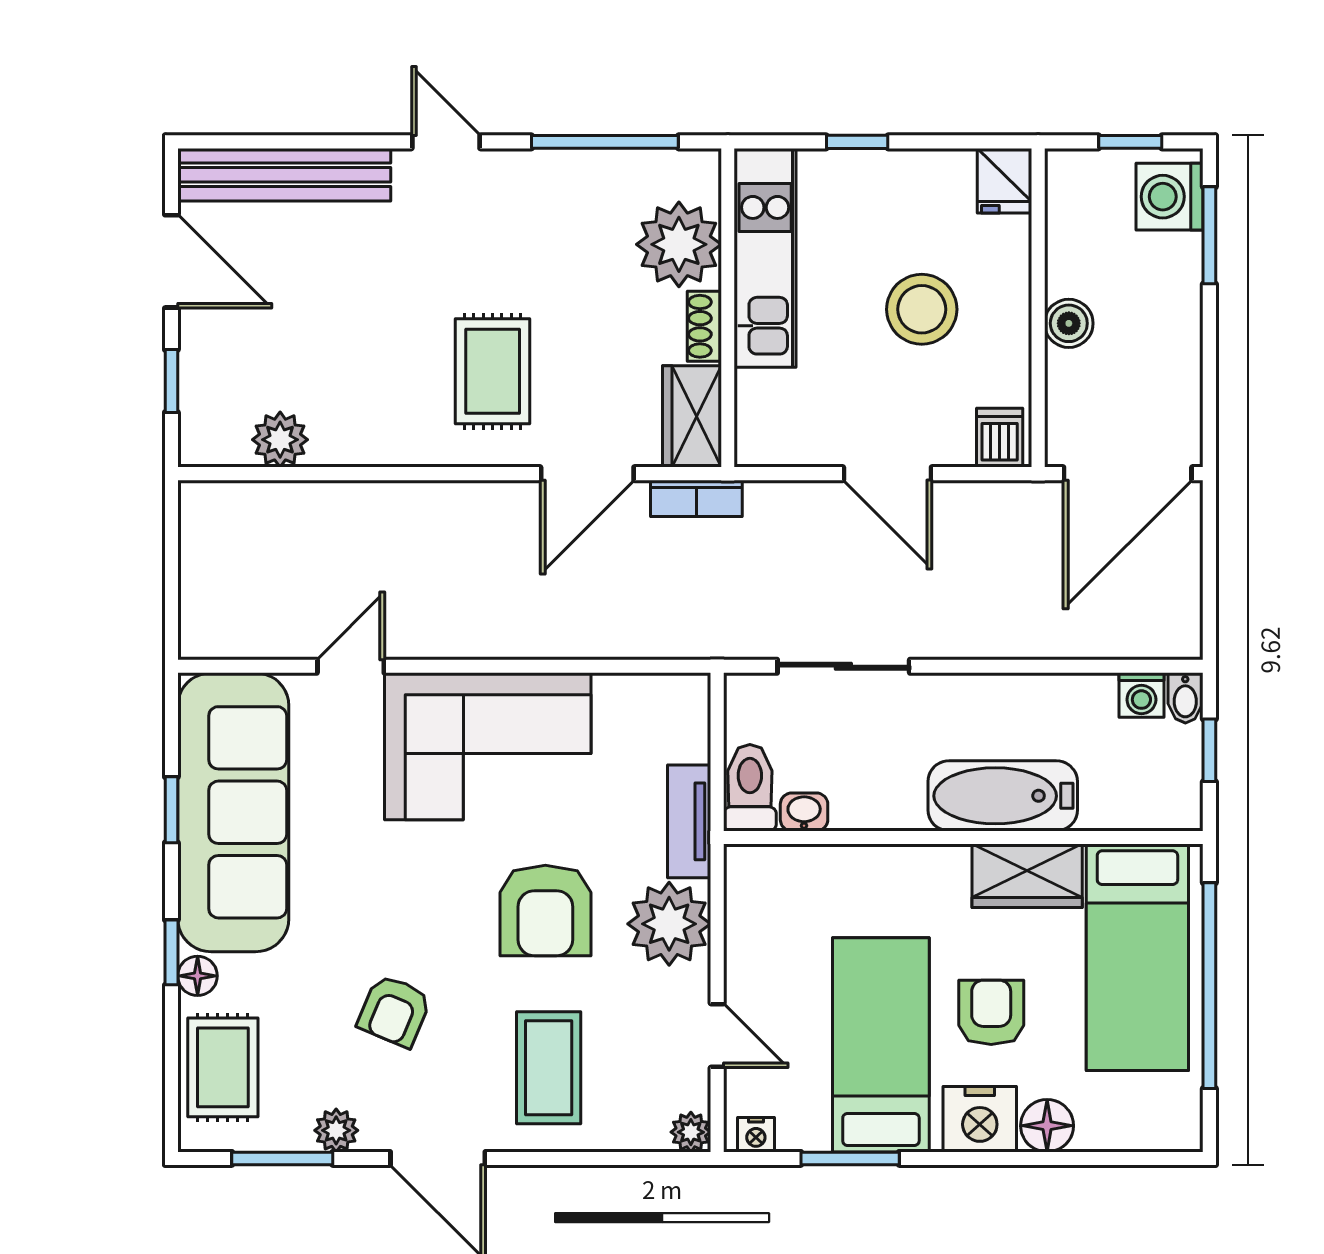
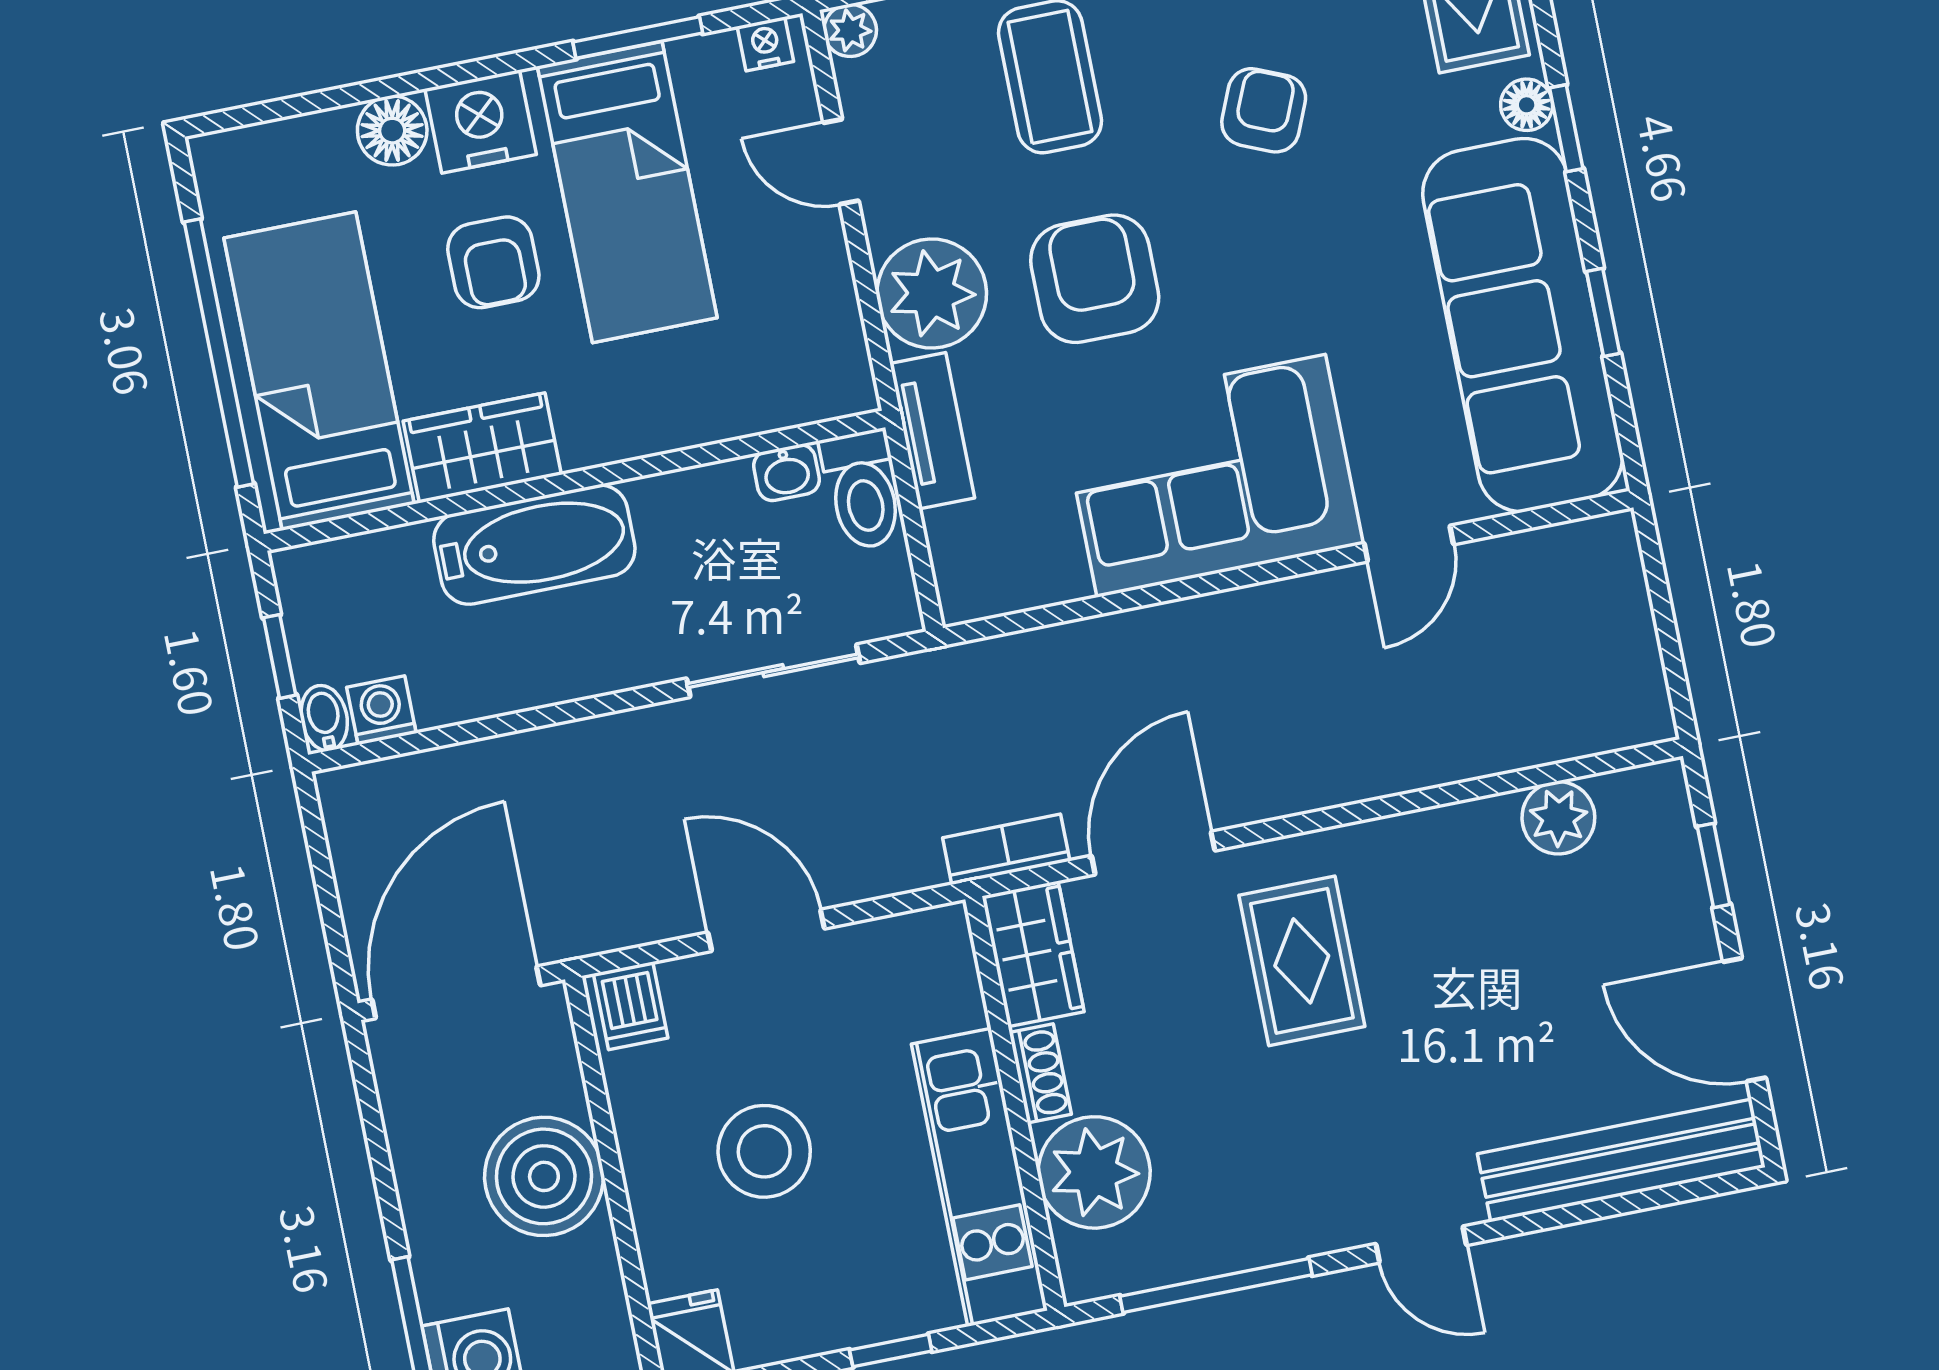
boiler: (1069, 323) -> (544, 1176), width x1.86, depth x1.86

